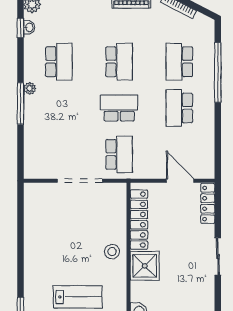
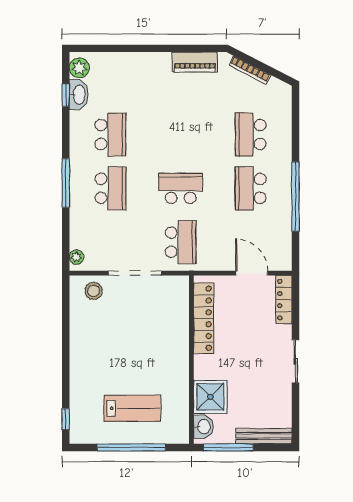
washbasin: (29, 27) -> (79, 95), width x1.91, depth x1.45
school desk: (119, 62) -> (110, 188), moved
window: (218, 72) -> (295, 197), moved
plant: (30, 88) -> (76, 257), moved
stool: (112, 252) -> (94, 291), moved
shower: (145, 266) -> (210, 397), moved

